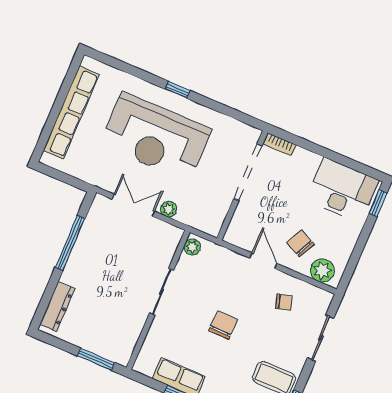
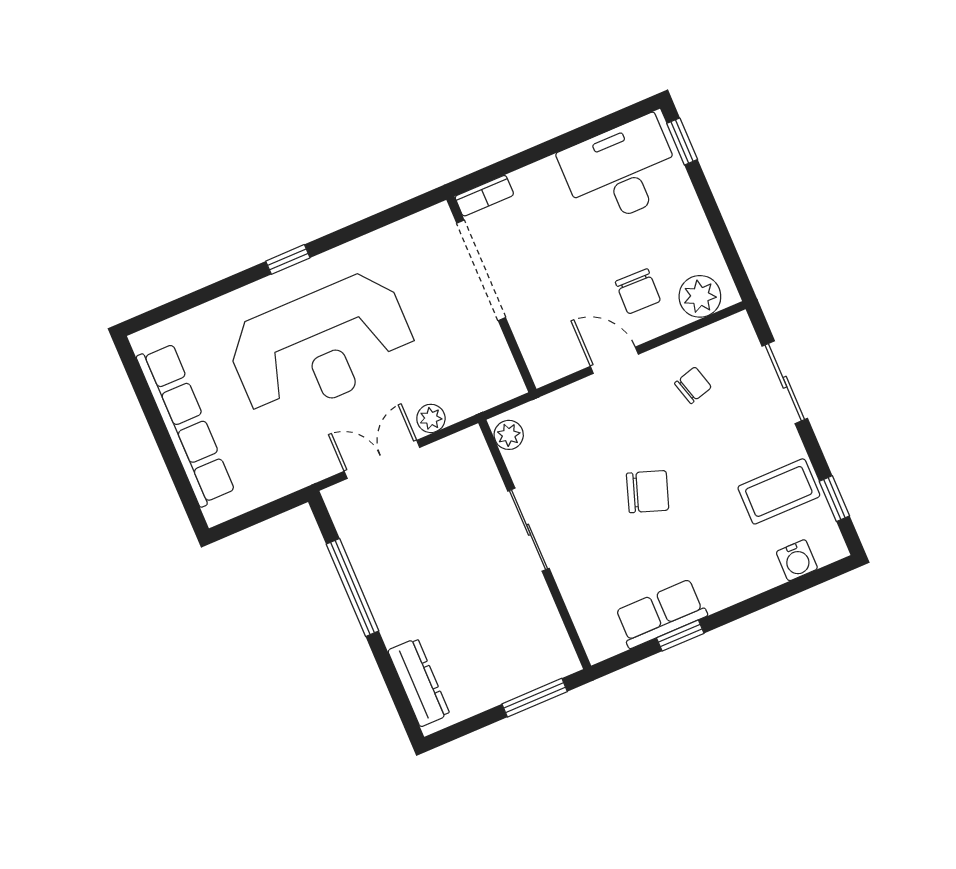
chair: (300, 244) -> (638, 291), turned -115
chair: (223, 325) -> (648, 492), turned 108

